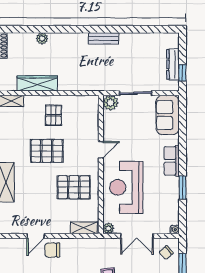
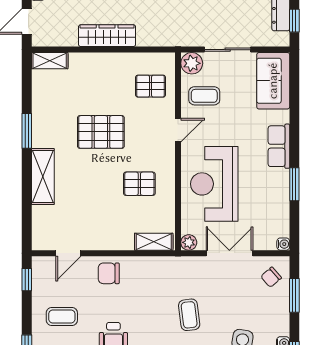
wardrobe: (37, 83) -> (107, 36), moved
pallet: (54, 115) -> (151, 86), moved, turned 90
coffee table: (119, 126) -> (204, 96), added
pallet: (74, 187) -> (139, 184), width x0.67, depth x0.71
door: (36, 236) -> (68, 253), moved
double door: (137, 236) -> (229, 253), swing flipped

